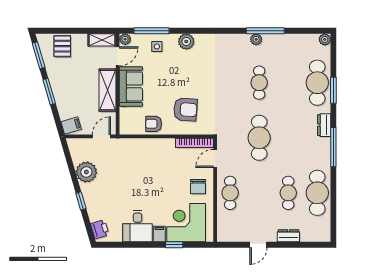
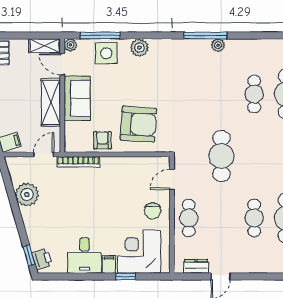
window: (265, 31) -> (205, 35), moved
side table: (157, 46) -> (106, 53), width x1.87, depth x1.87
door: (118, 56) -> (62, 64), swing flipped
cafe table: (259, 83) -> (254, 94), moved
armchair: (185, 109) -> (138, 124), width x1.36, depth x1.36
armchair: (154, 124) -> (103, 140), turned 90
bookcase: (195, 143) -> (78, 162), moved
window: (81, 201) -> (29, 255), moved
dresser: (288, 236) -> (196, 266), moved

